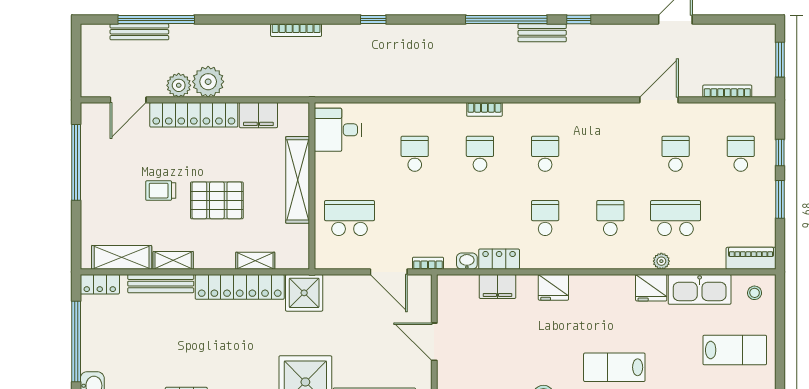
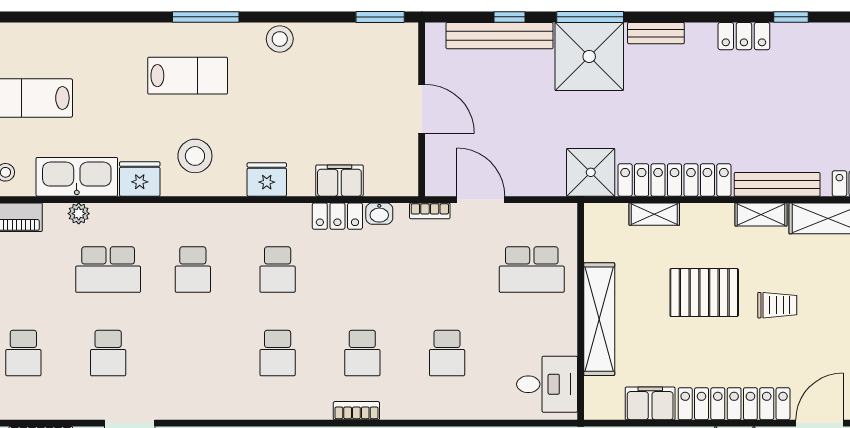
plant: (661, 261) -> (79, 214), moved
stool: (609, 305) -> (195, 156), added

